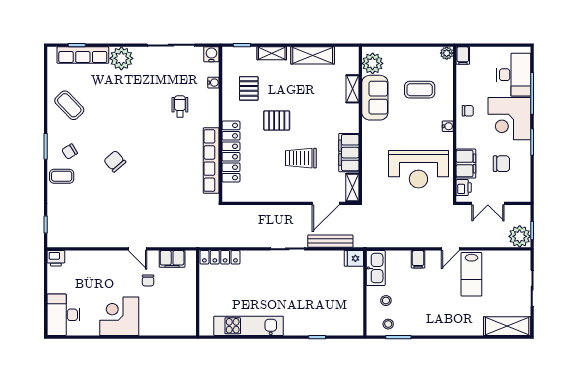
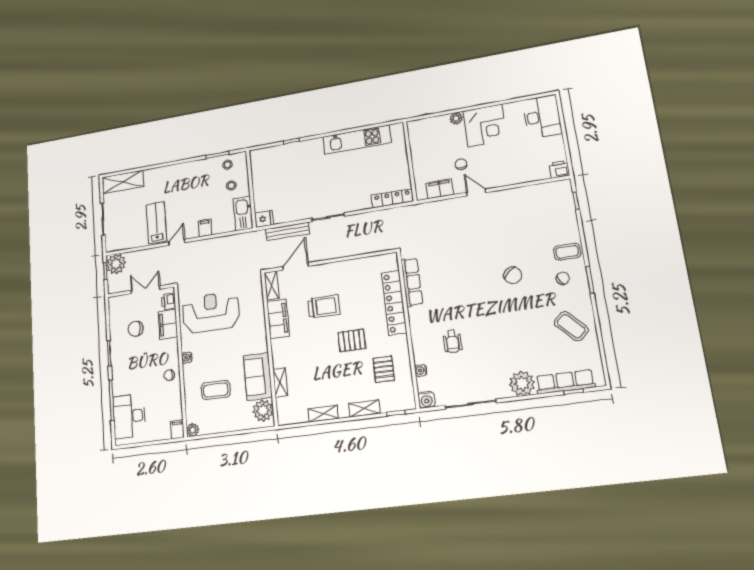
shelving: (313, 55) -> (323, 414), width x0.67, depth x0.75
corner desk: (509, 119) -> (131, 373), removed
row of seats: (211, 161) -> (412, 282), width x0.73
plant: (146, 329) -> (456, 118), added

